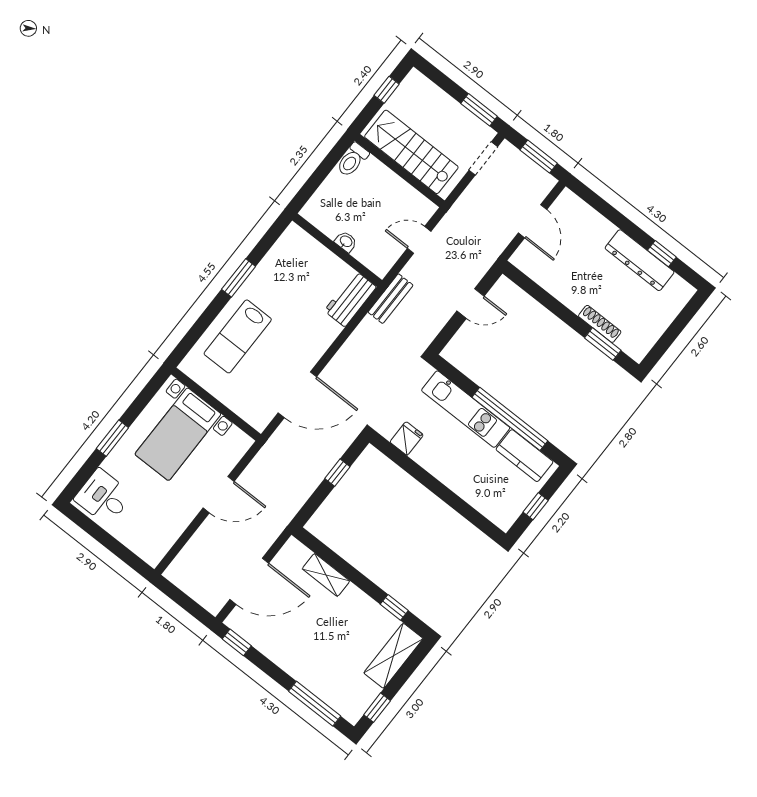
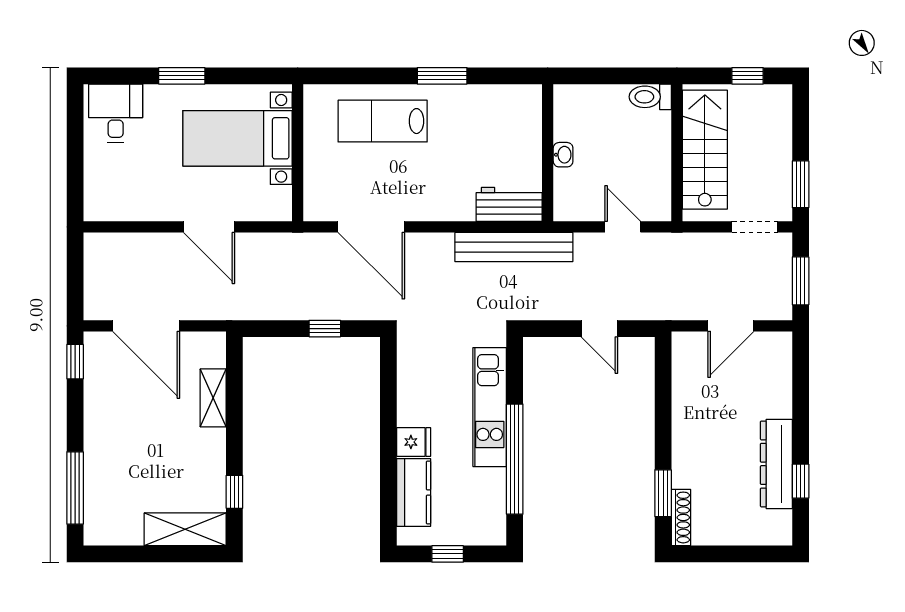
bench: (390, 299) -> (514, 247), width x1.86, depth x1.21
shoe rack: (600, 324) -> (681, 517), moved
fridge: (407, 438) -> (414, 442), moved
kitchen counter: (524, 456) -> (414, 493), moved, turned 180
window: (377, 708) -> (120, 554), removed

